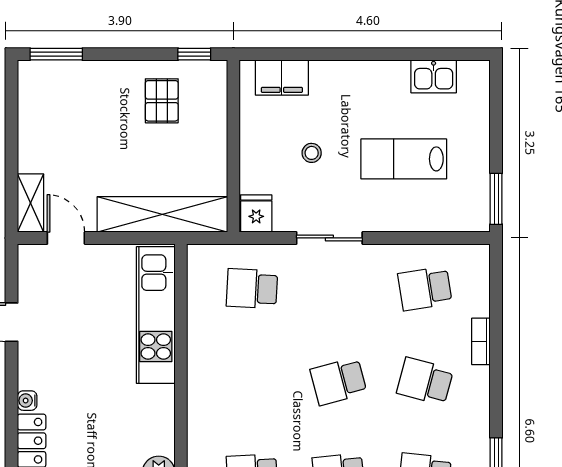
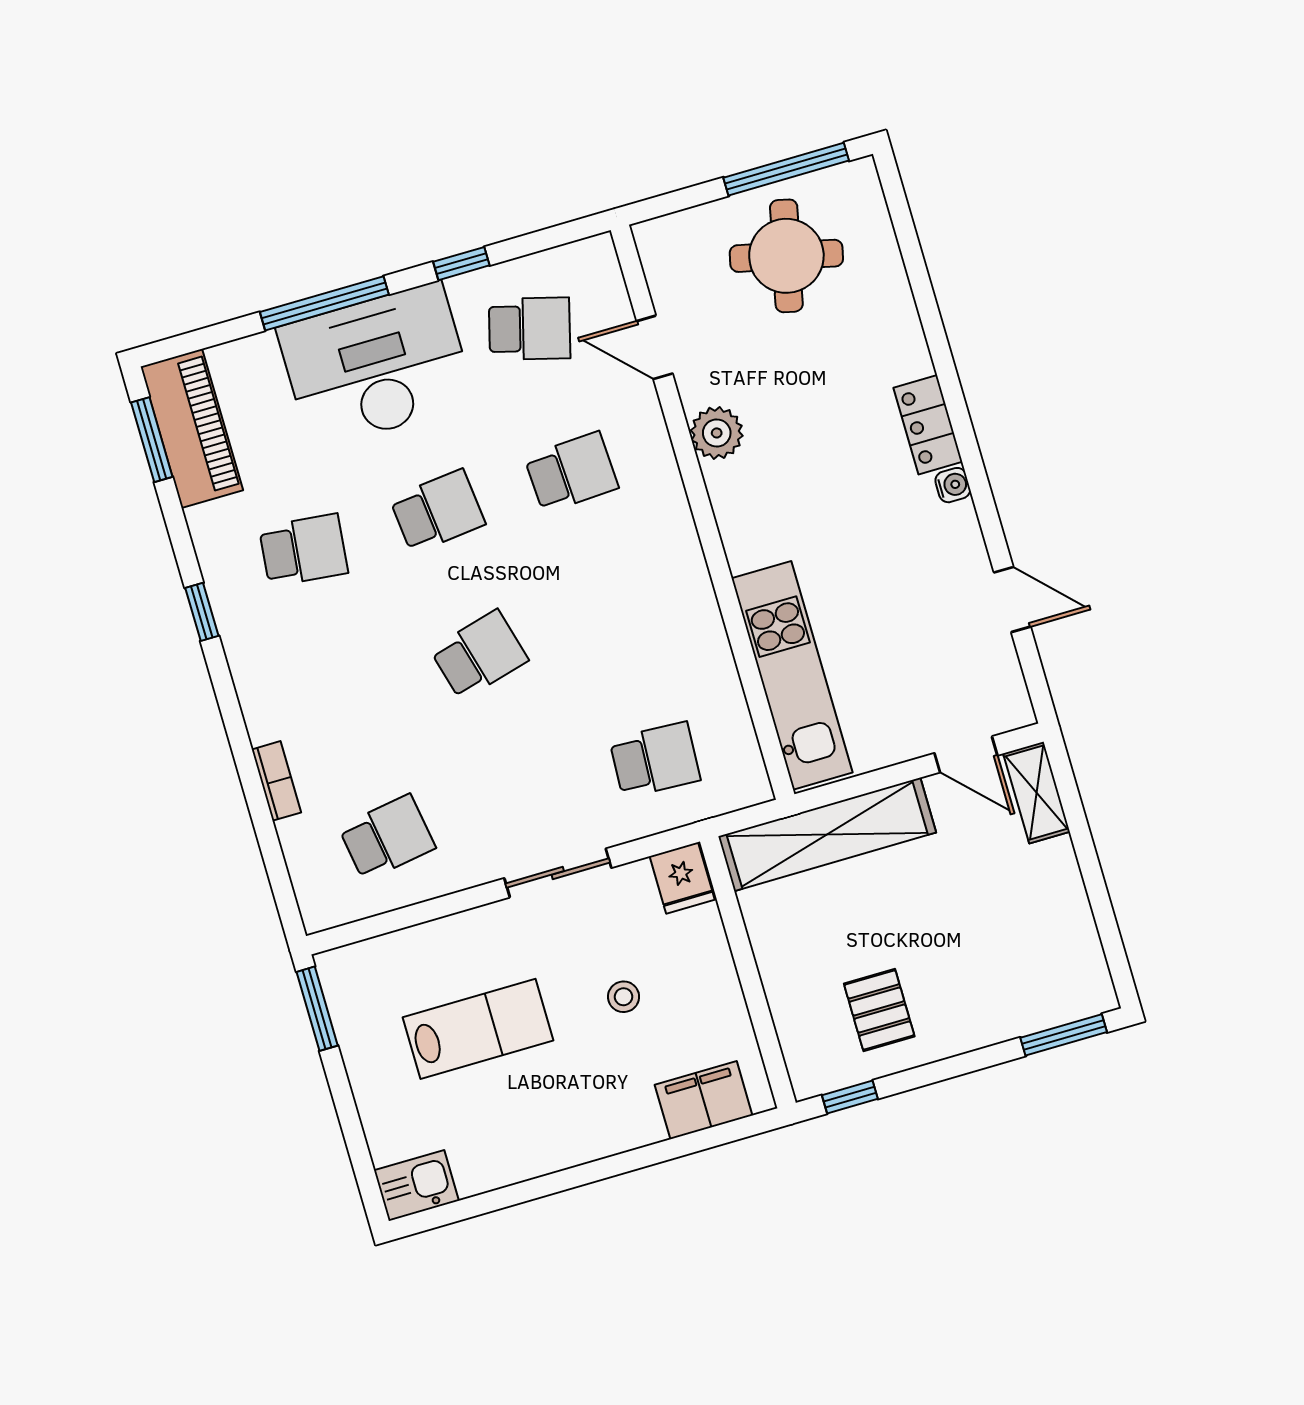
kitchen sink: (434, 76) -> (416, 1186), moved
school desk: (425, 381) -> (345, 694), removed

